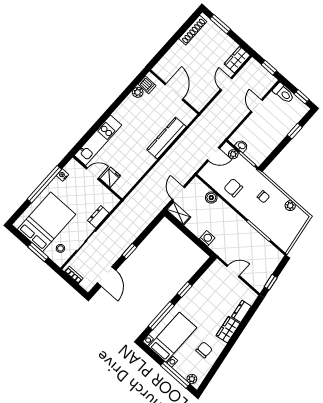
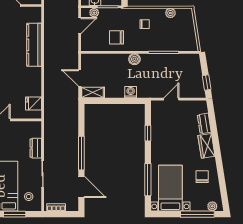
fridge: (110, 177) -> (33, 103), moved, turned -90
boiler: (211, 198) -> (134, 59), moved
window: (129, 251) -> (81, 153), width x2.17
window: (185, 290) -> (148, 133), moved

